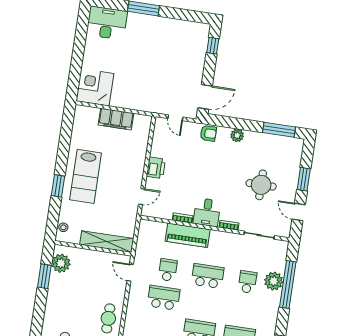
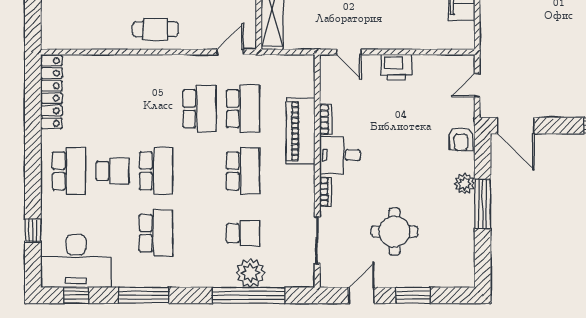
window: (279, 130) -> (483, 204), moved
school desk: (168, 270) -> (243, 109), width x1.85

